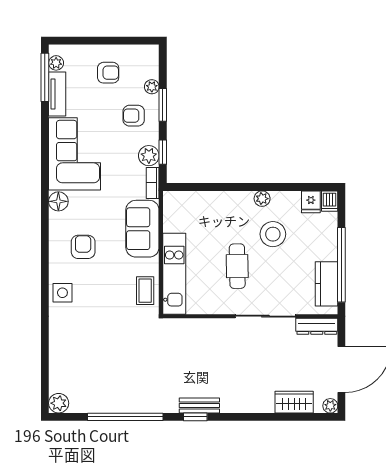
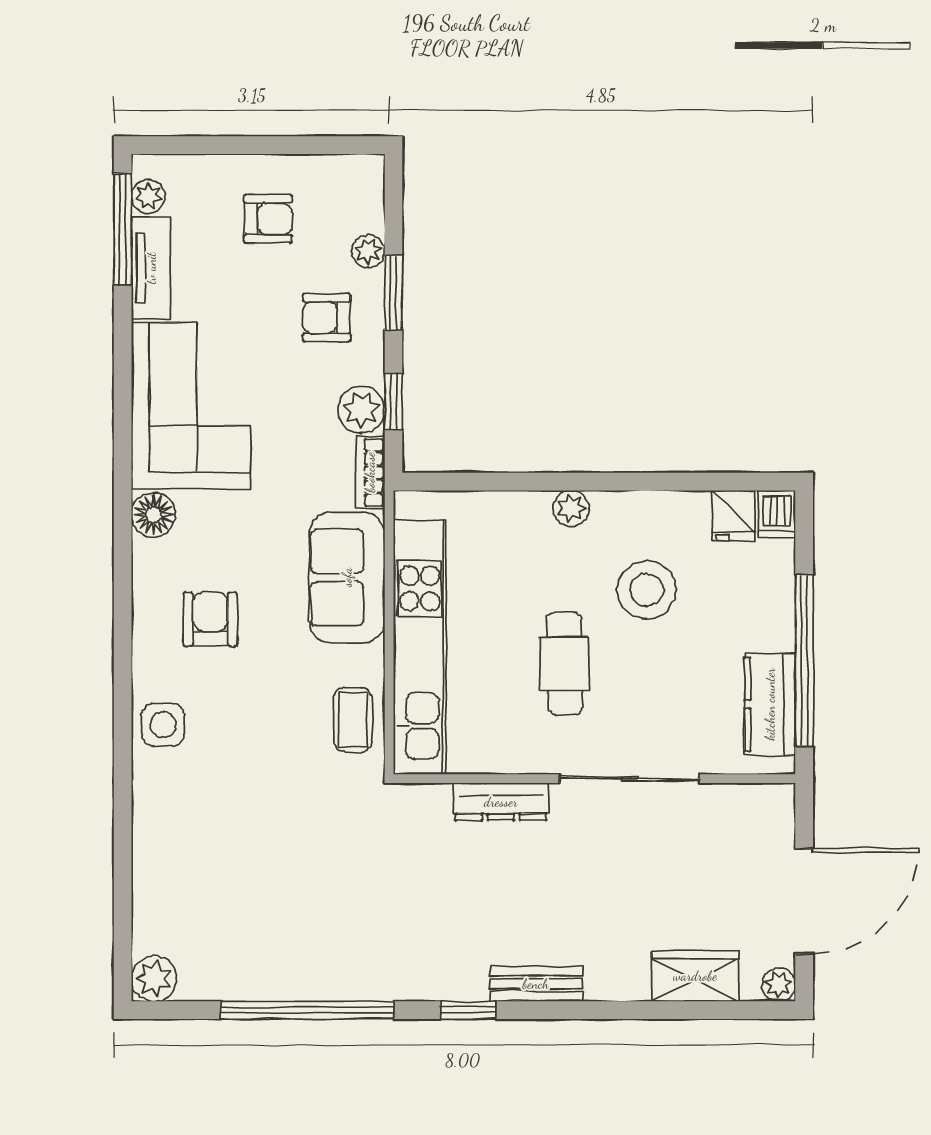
plant: (262, 199) -> (571, 508), moved
kitchen unit: (174, 274) -> (420, 647), width x1.36
dresser: (317, 326) -> (501, 802), moved
bench: (199, 405) -> (536, 984), moved

